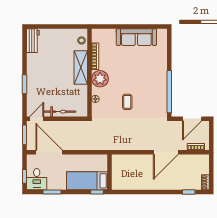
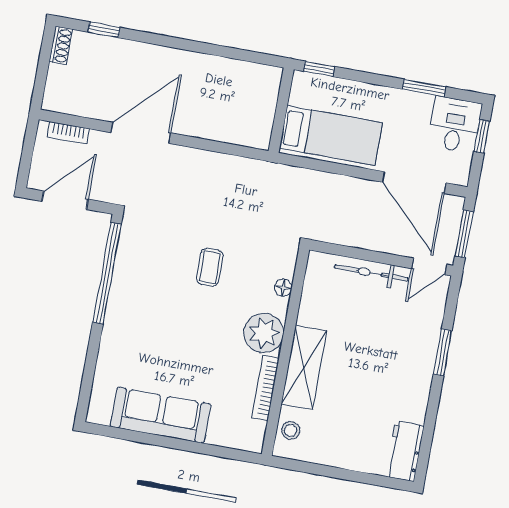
bed: (87, 181) -> (331, 135), moved

